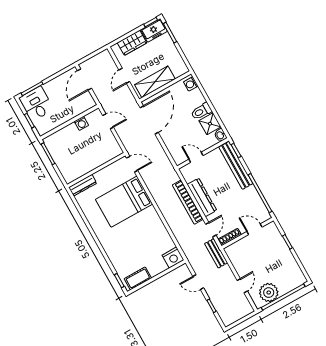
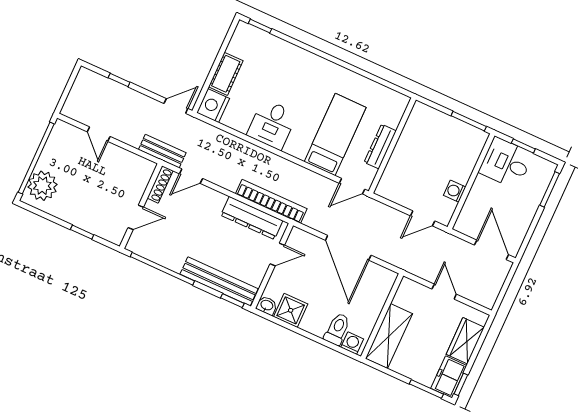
shelving: (155, 82) -> (389, 336), moved
desk: (36, 104) -> (506, 163), moved, turned 180
toilet: (201, 111) -> (337, 329), moved
door: (149, 120) -> (348, 248), moved
dresser: (83, 185) -> (380, 147), moved
dresser: (202, 197) -> (252, 218), moved
bed: (124, 202) -> (335, 135), width x0.67
bookcase: (188, 202) -> (271, 201), moved
desk: (150, 226) -> (272, 124), added
door: (211, 230) -> (191, 176), hinge flipped
cot: (138, 278) -> (226, 74), moved
door: (198, 282) -> (176, 106), moved
plant: (269, 293) -> (42, 186), moved

